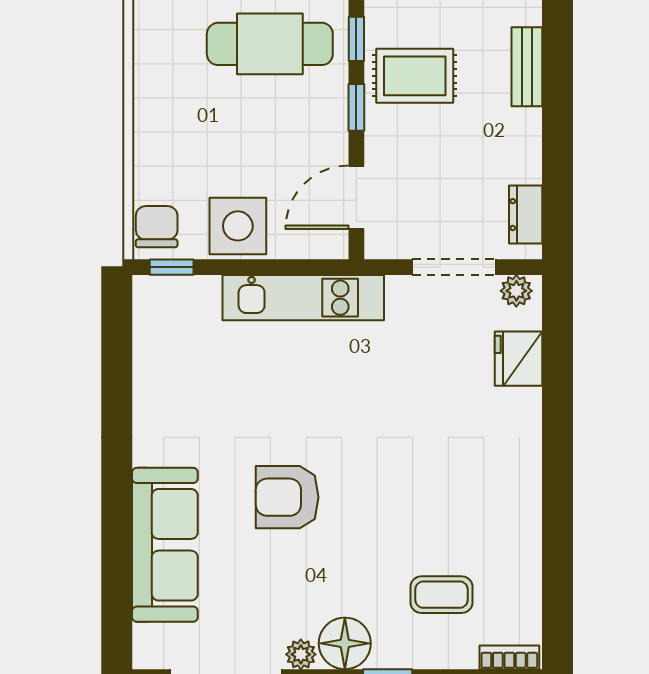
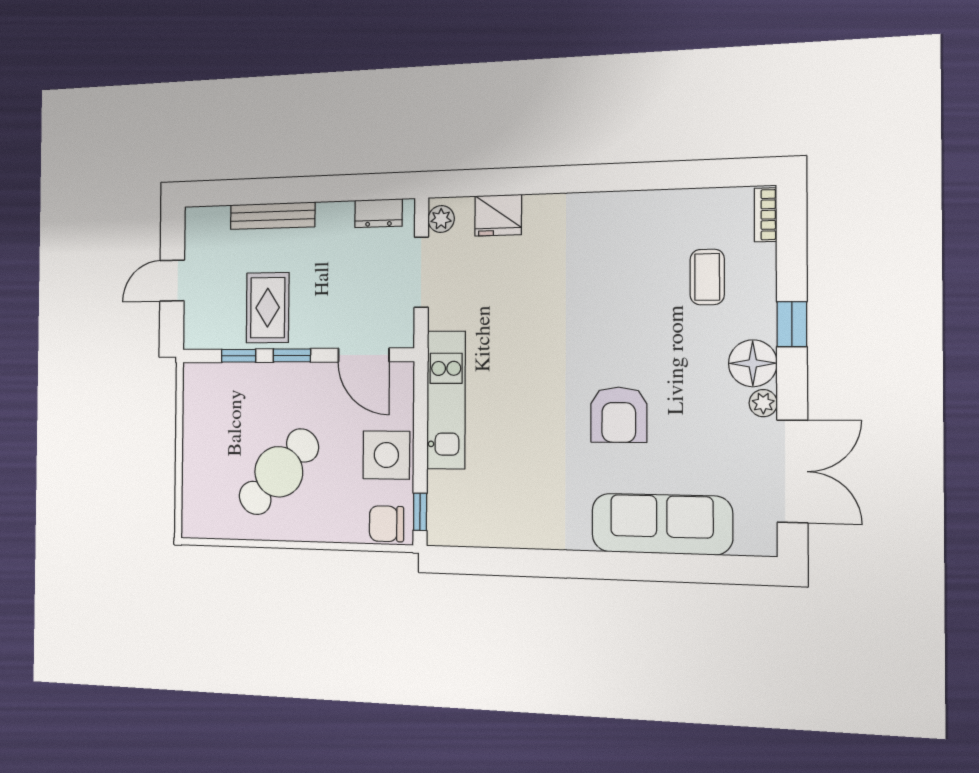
cafe table: (270, 44) -> (279, 472), moved, turned 43
bench: (527, 67) -> (273, 216), width x1.36

